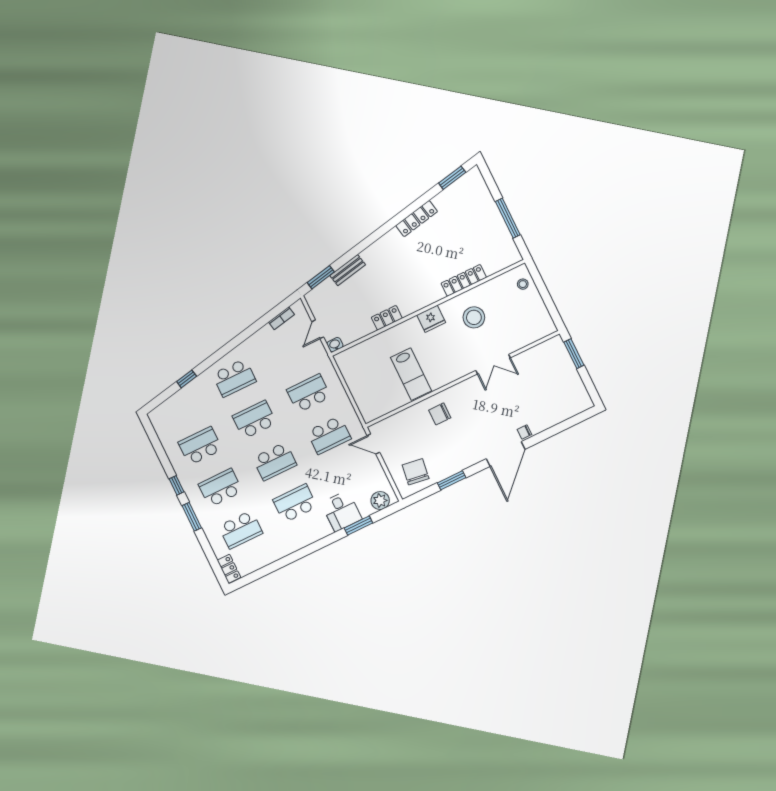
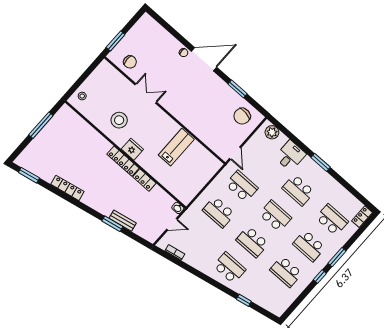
window: (321, 277) -> (112, 224), moved
locker: (464, 280) -> (123, 161), moved
chair: (440, 414) -> (130, 62), moved
window: (358, 525) -> (321, 162), moved

